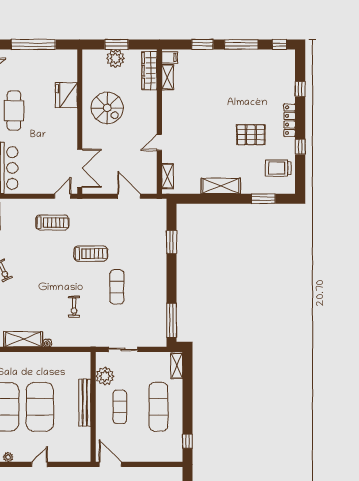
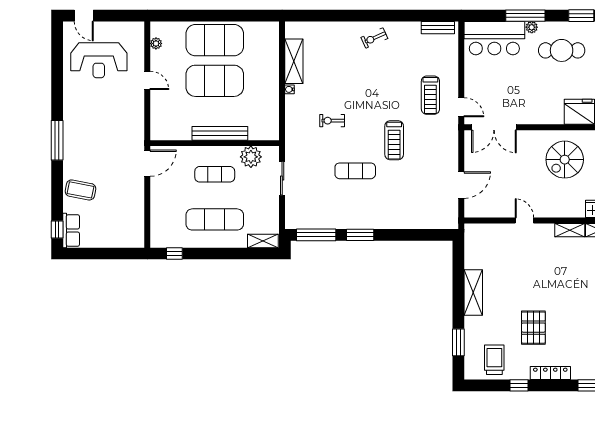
shelving: (167, 176) -> (570, 230), moved
window: (172, 242) -> (360, 235), moved

